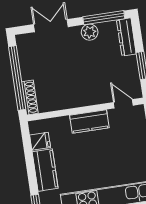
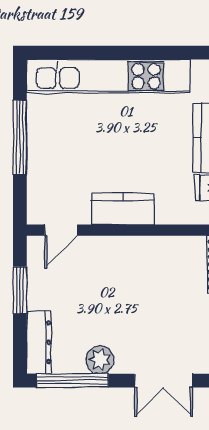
door: (123, 104) -> (61, 230), hinge flipped

